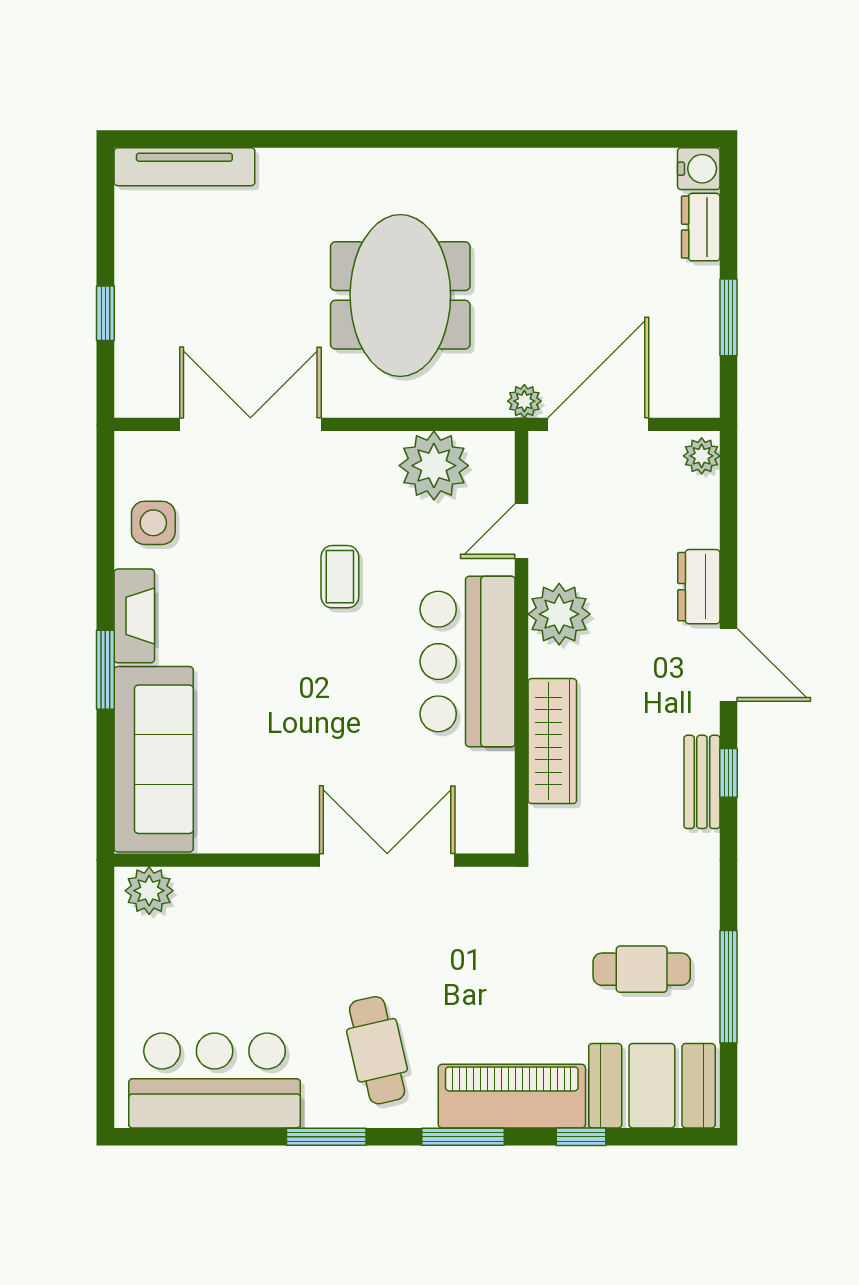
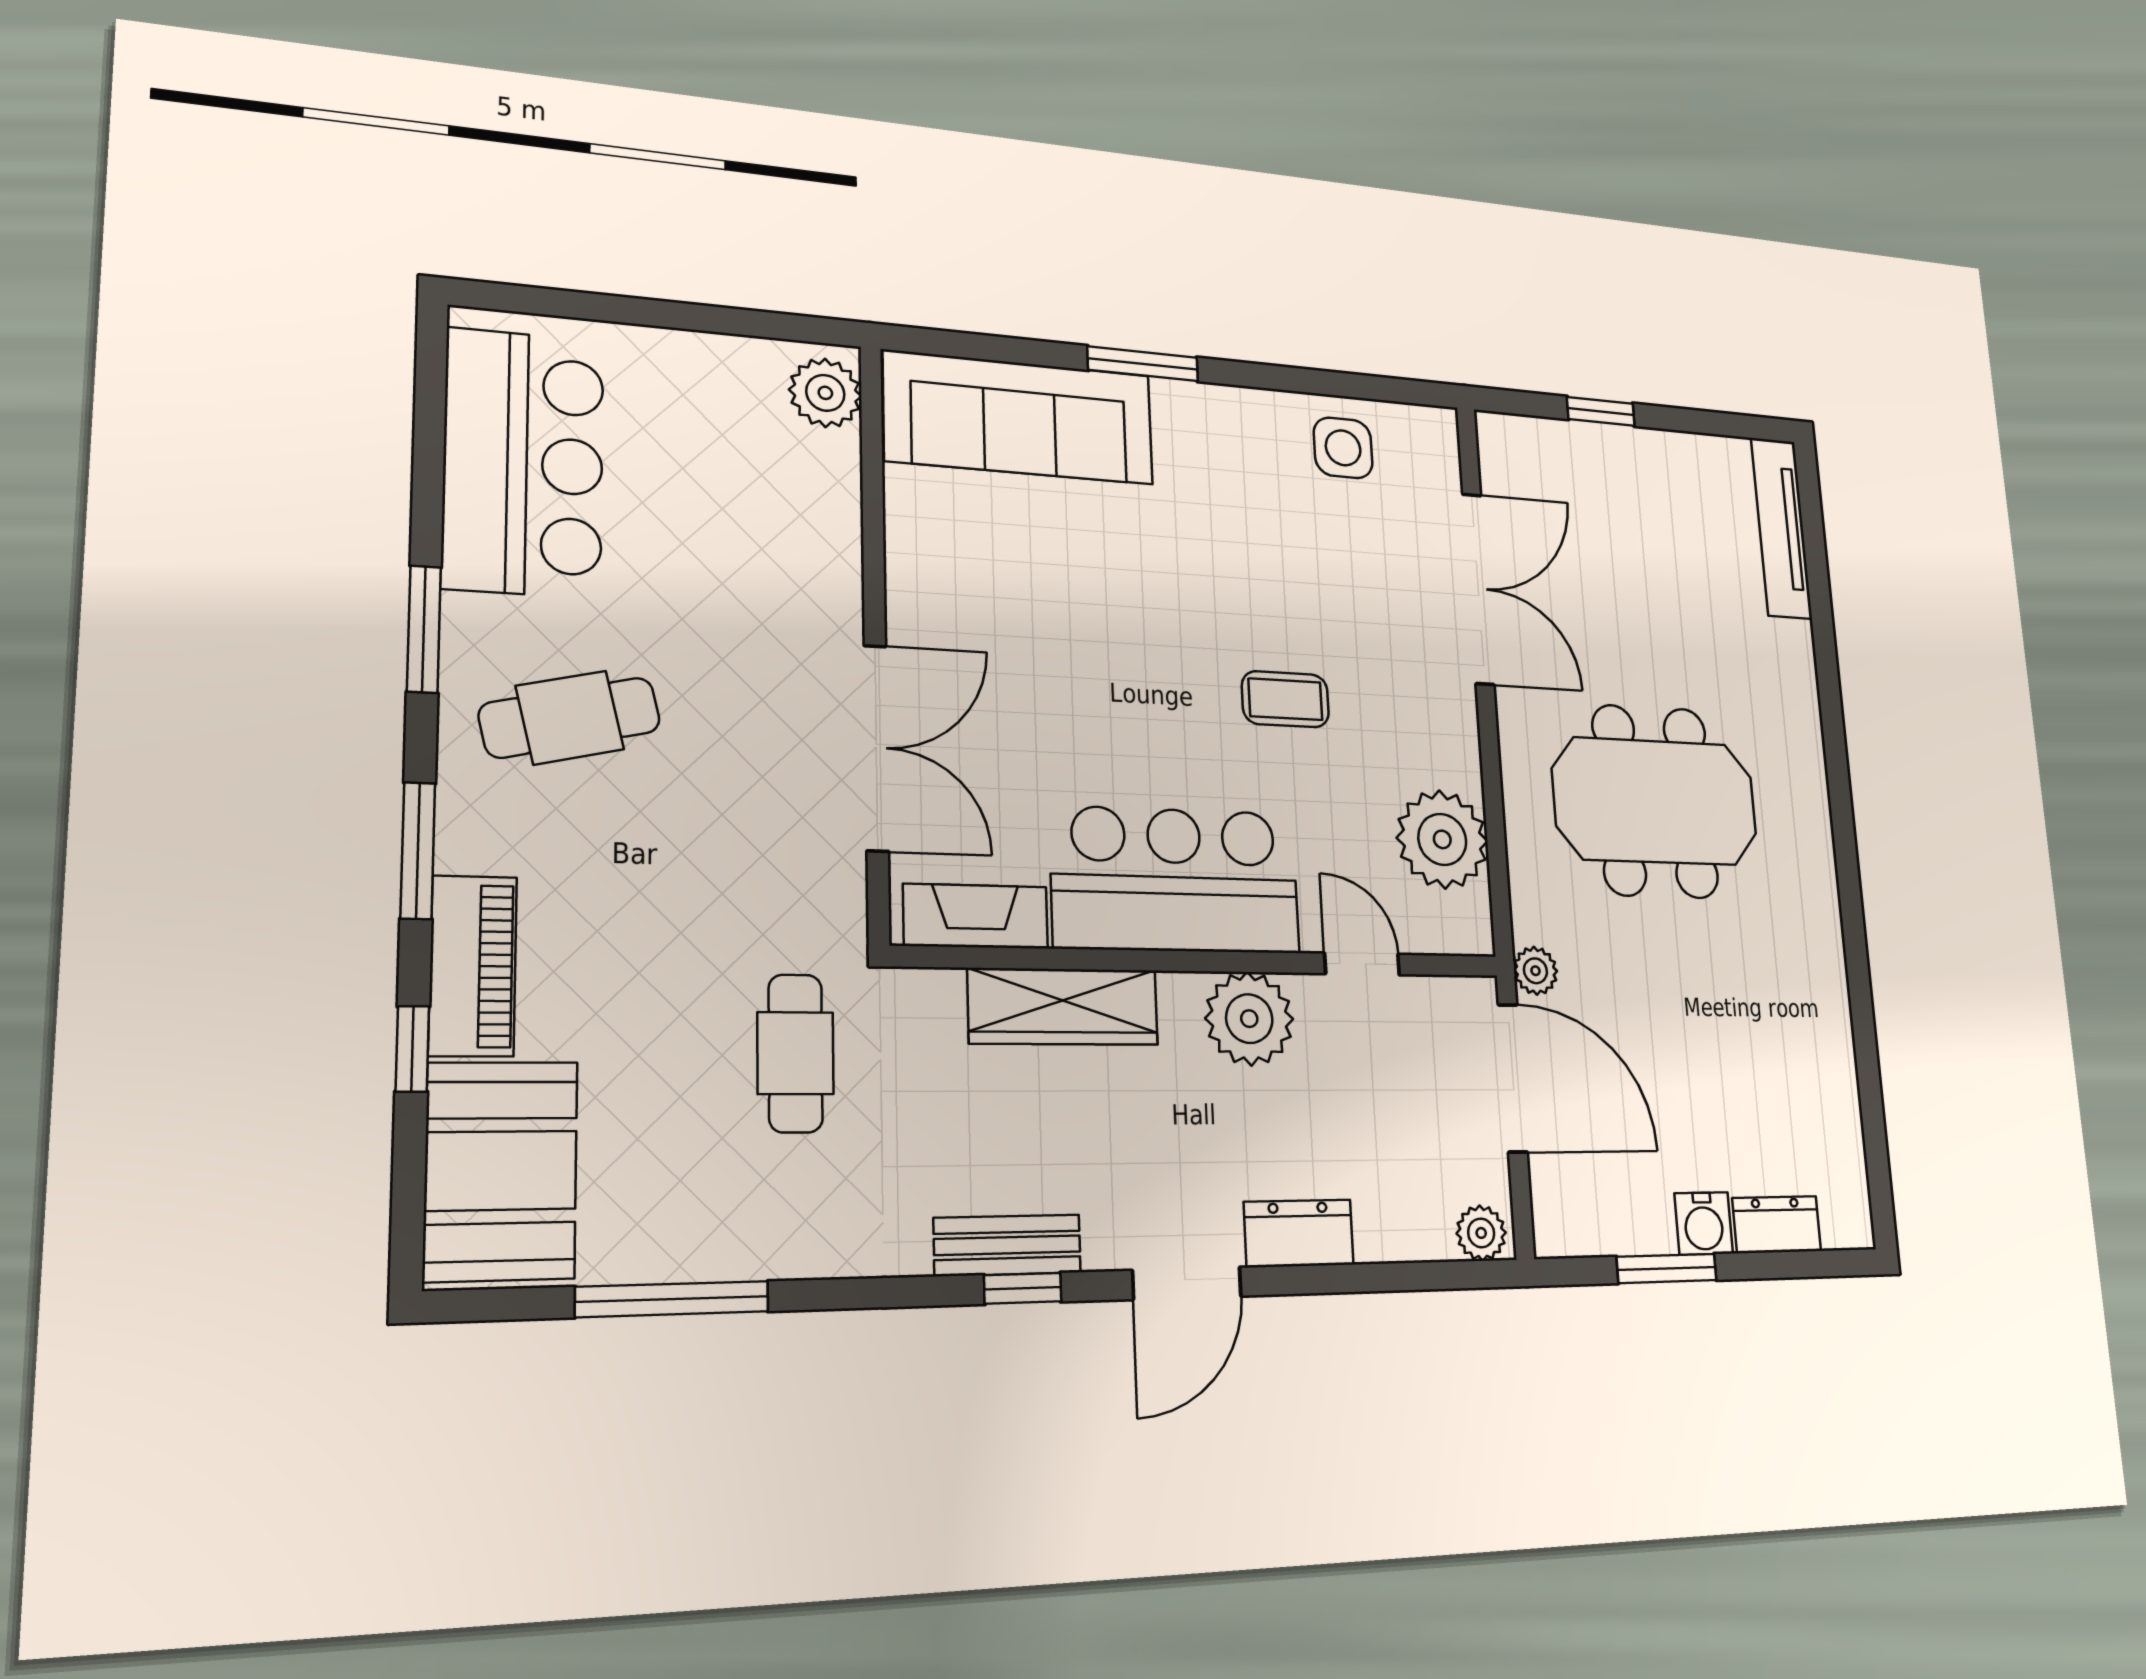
water cooler: (699, 169) -> (1704, 1223), moved
fireplace: (134, 616) -> (976, 916), moved, turned 180
cafe table: (642, 969) -> (795, 1053), moved
piano: (512, 1096) -> (473, 966), width x0.73, depth x0.75

